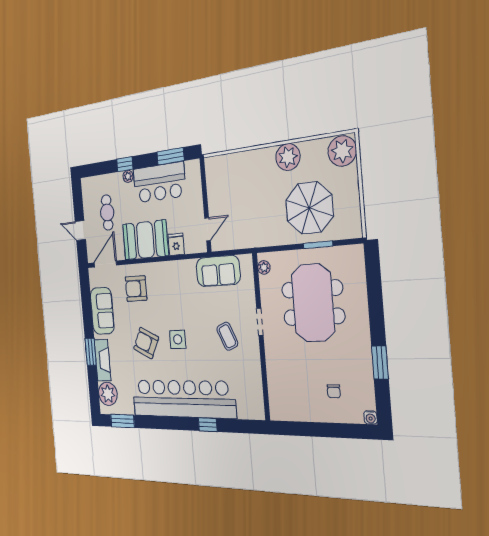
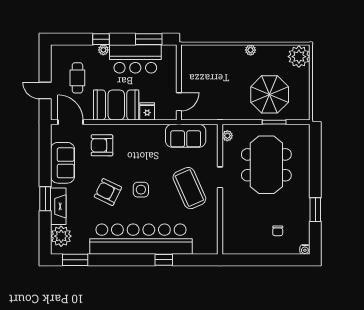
plant: (288, 157) -> (251, 50), width x0.53, depth x0.53
door: (105, 264) -> (71, 122), hinge flipped
coffee table: (227, 336) -> (189, 188), width x1.86, depth x1.72

